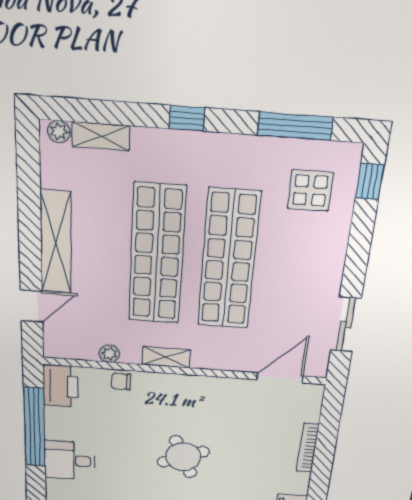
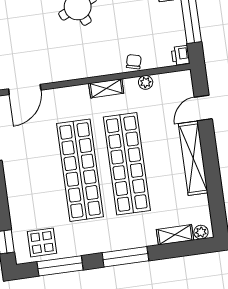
window: (187, 118) -> (125, 257), width x2.17
display table: (310, 190) -> (42, 242), moved
chair: (121, 381) -> (134, 62), turned -76
printer: (61, 386) -> (180, 55), width x0.53, depth x0.68

